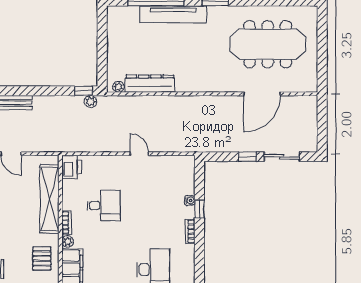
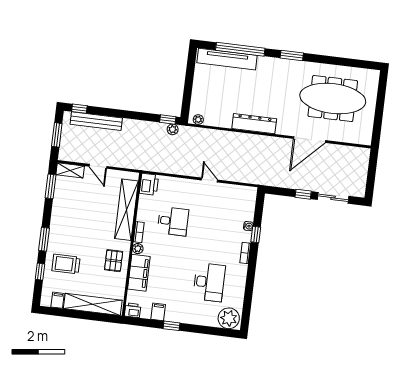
tv unit: (173, 14) -> (227, 59), moved
dresser: (150, 84) -> (254, 124), moved
door: (262, 94) -> (310, 140), moved

